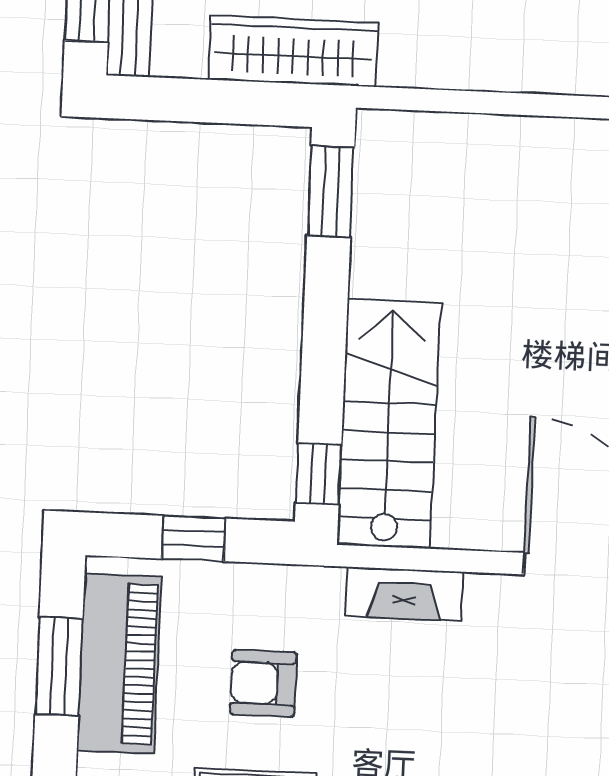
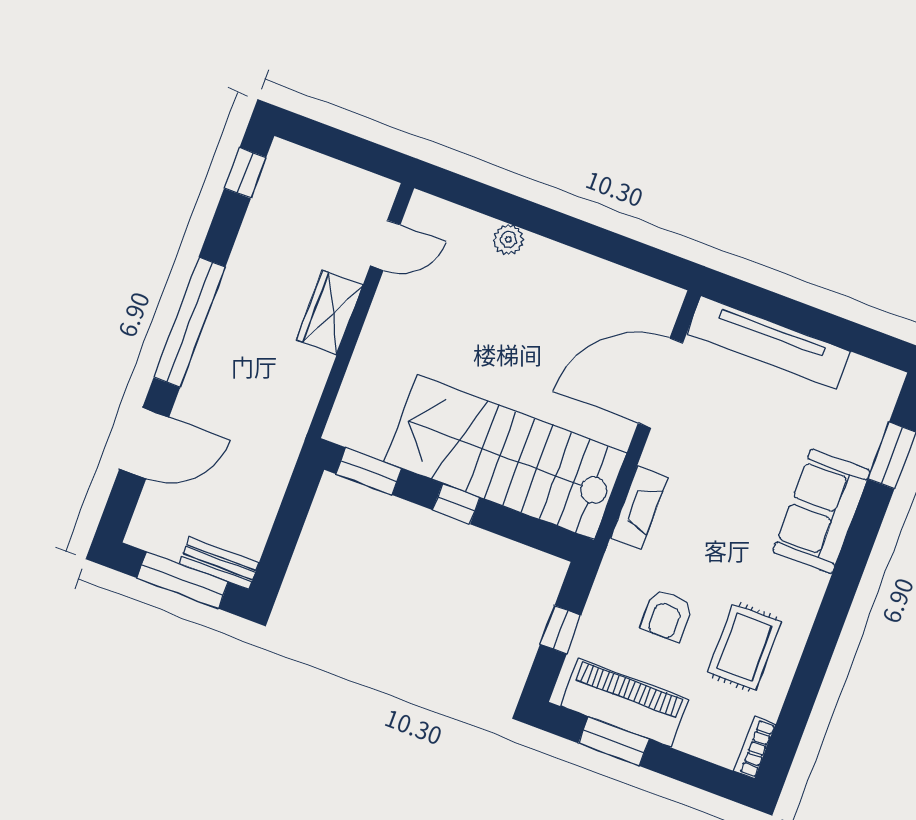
wardrobe: (293, 51) -> (330, 313), moved, width x0.67
stairs: (389, 424) -> (506, 457), width x1.36, depth x1.51
window: (318, 474) -> (456, 504), moved

